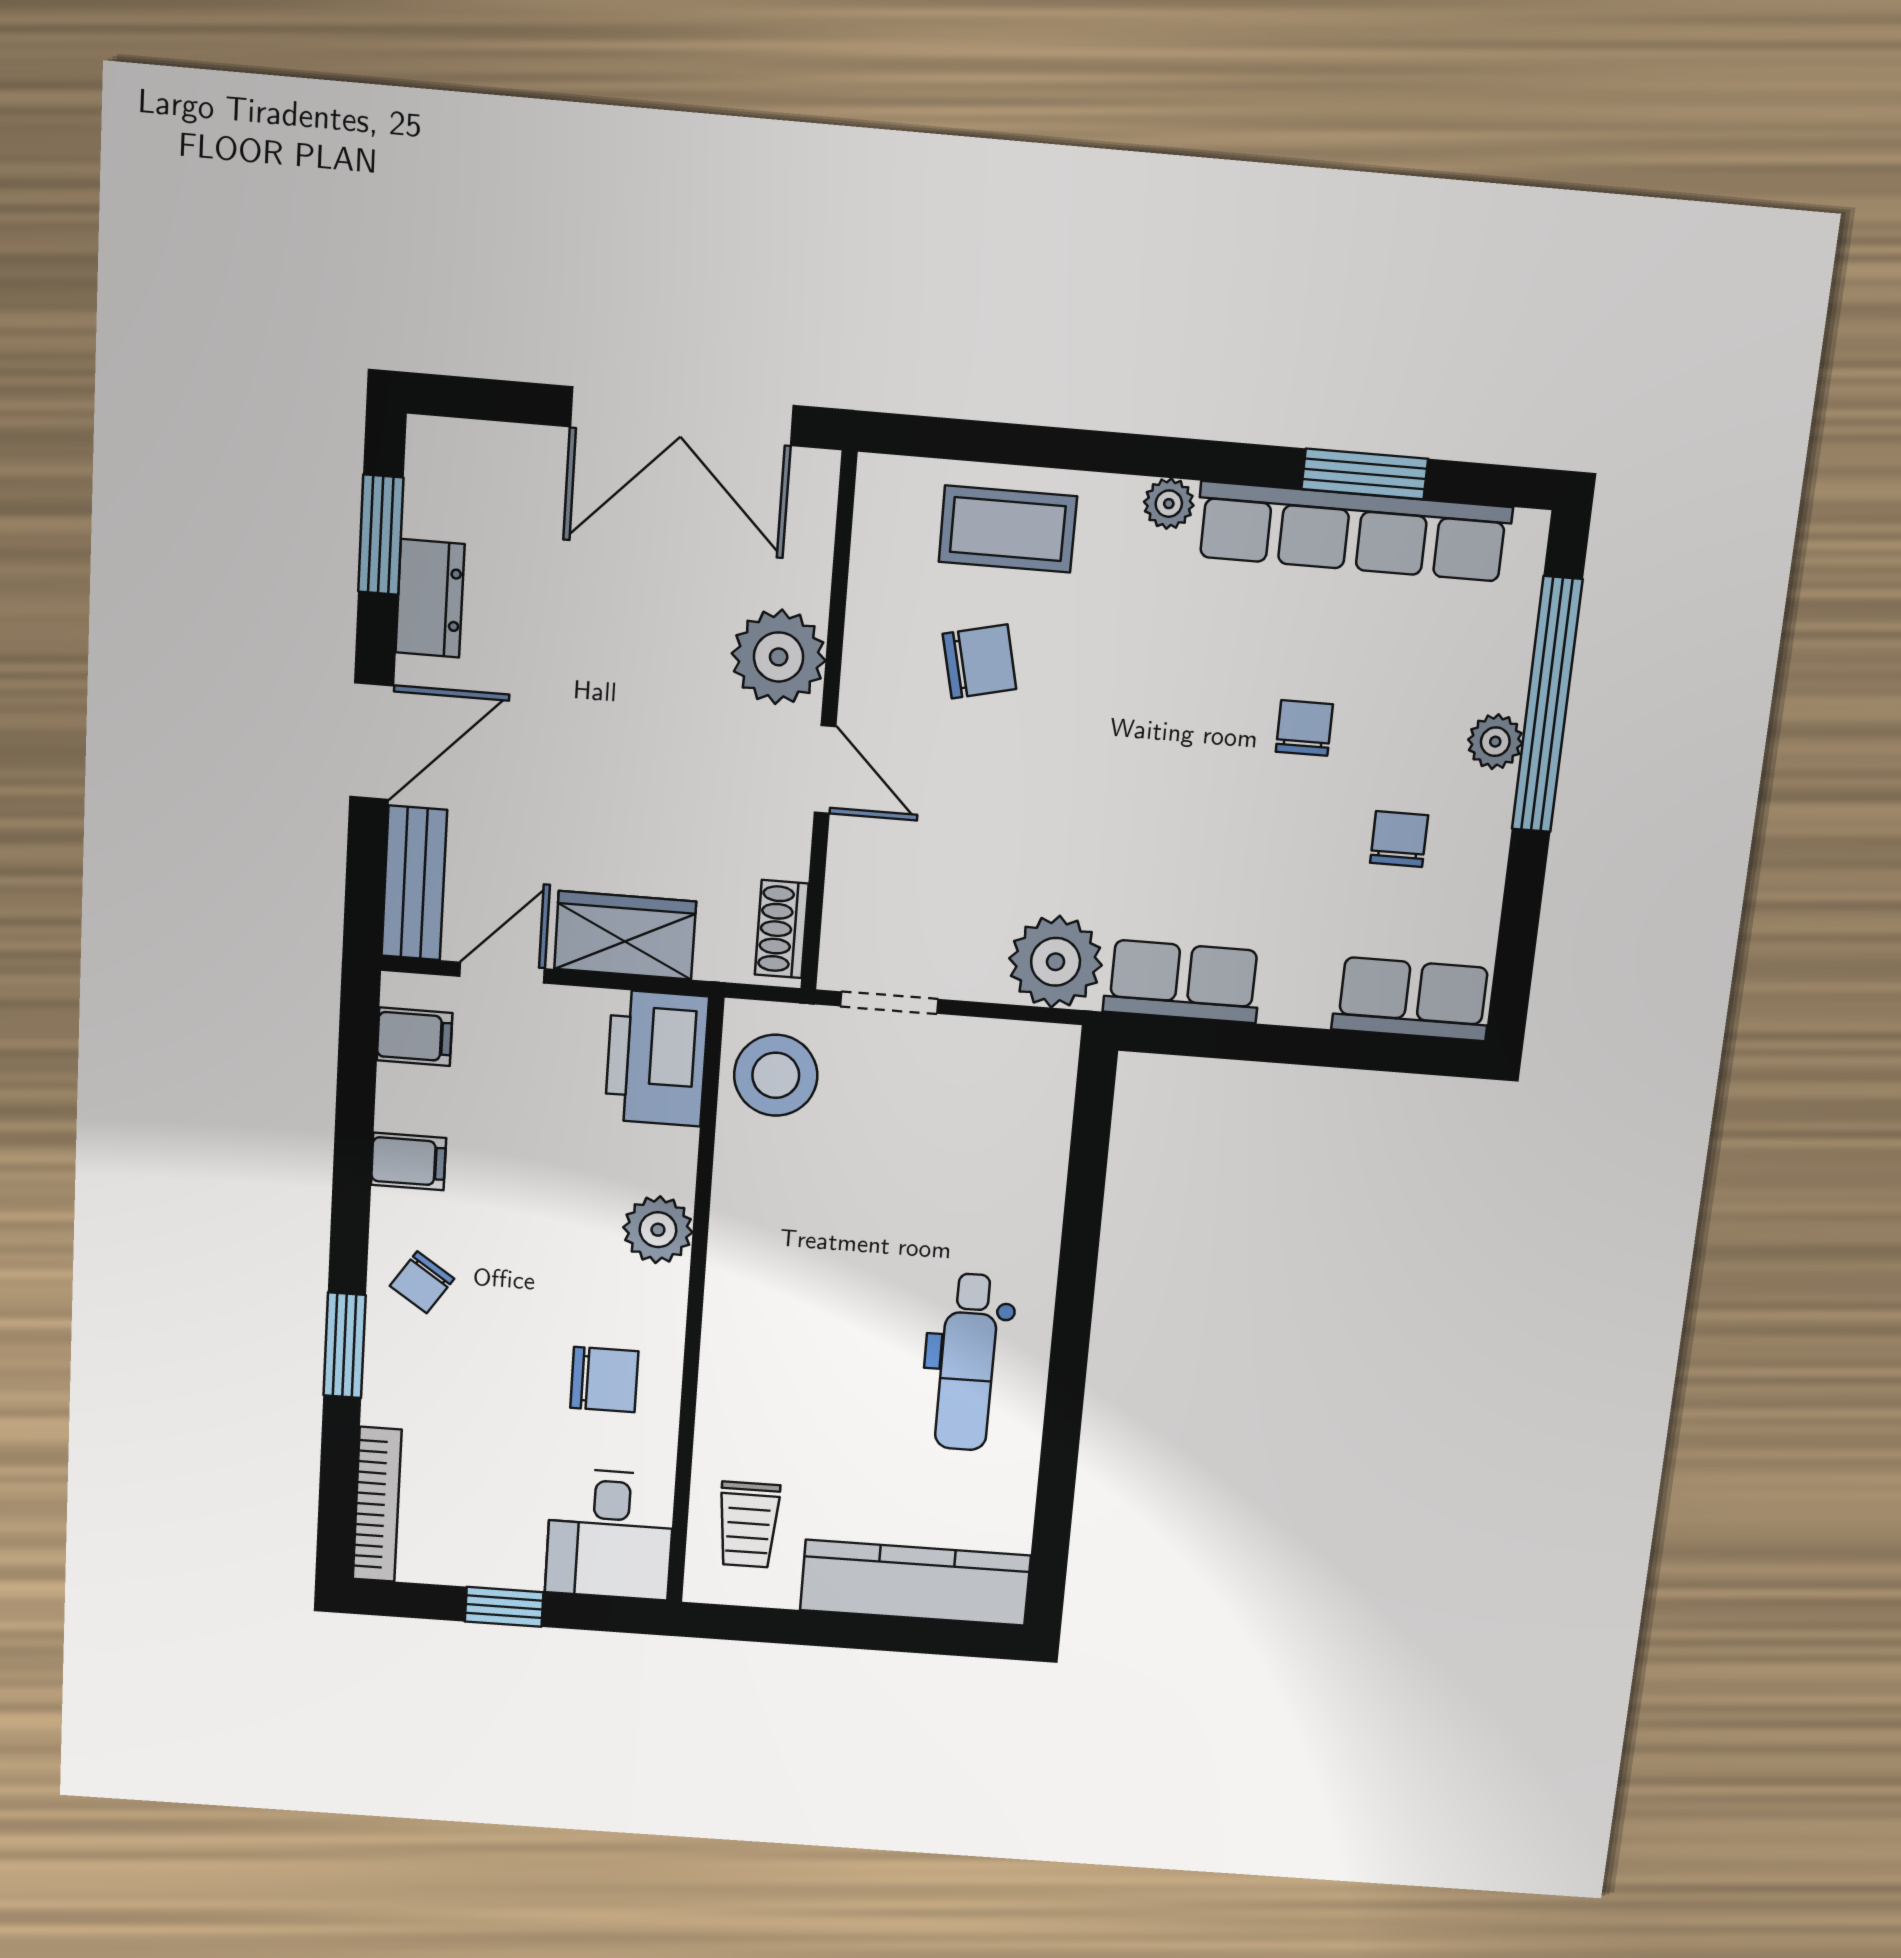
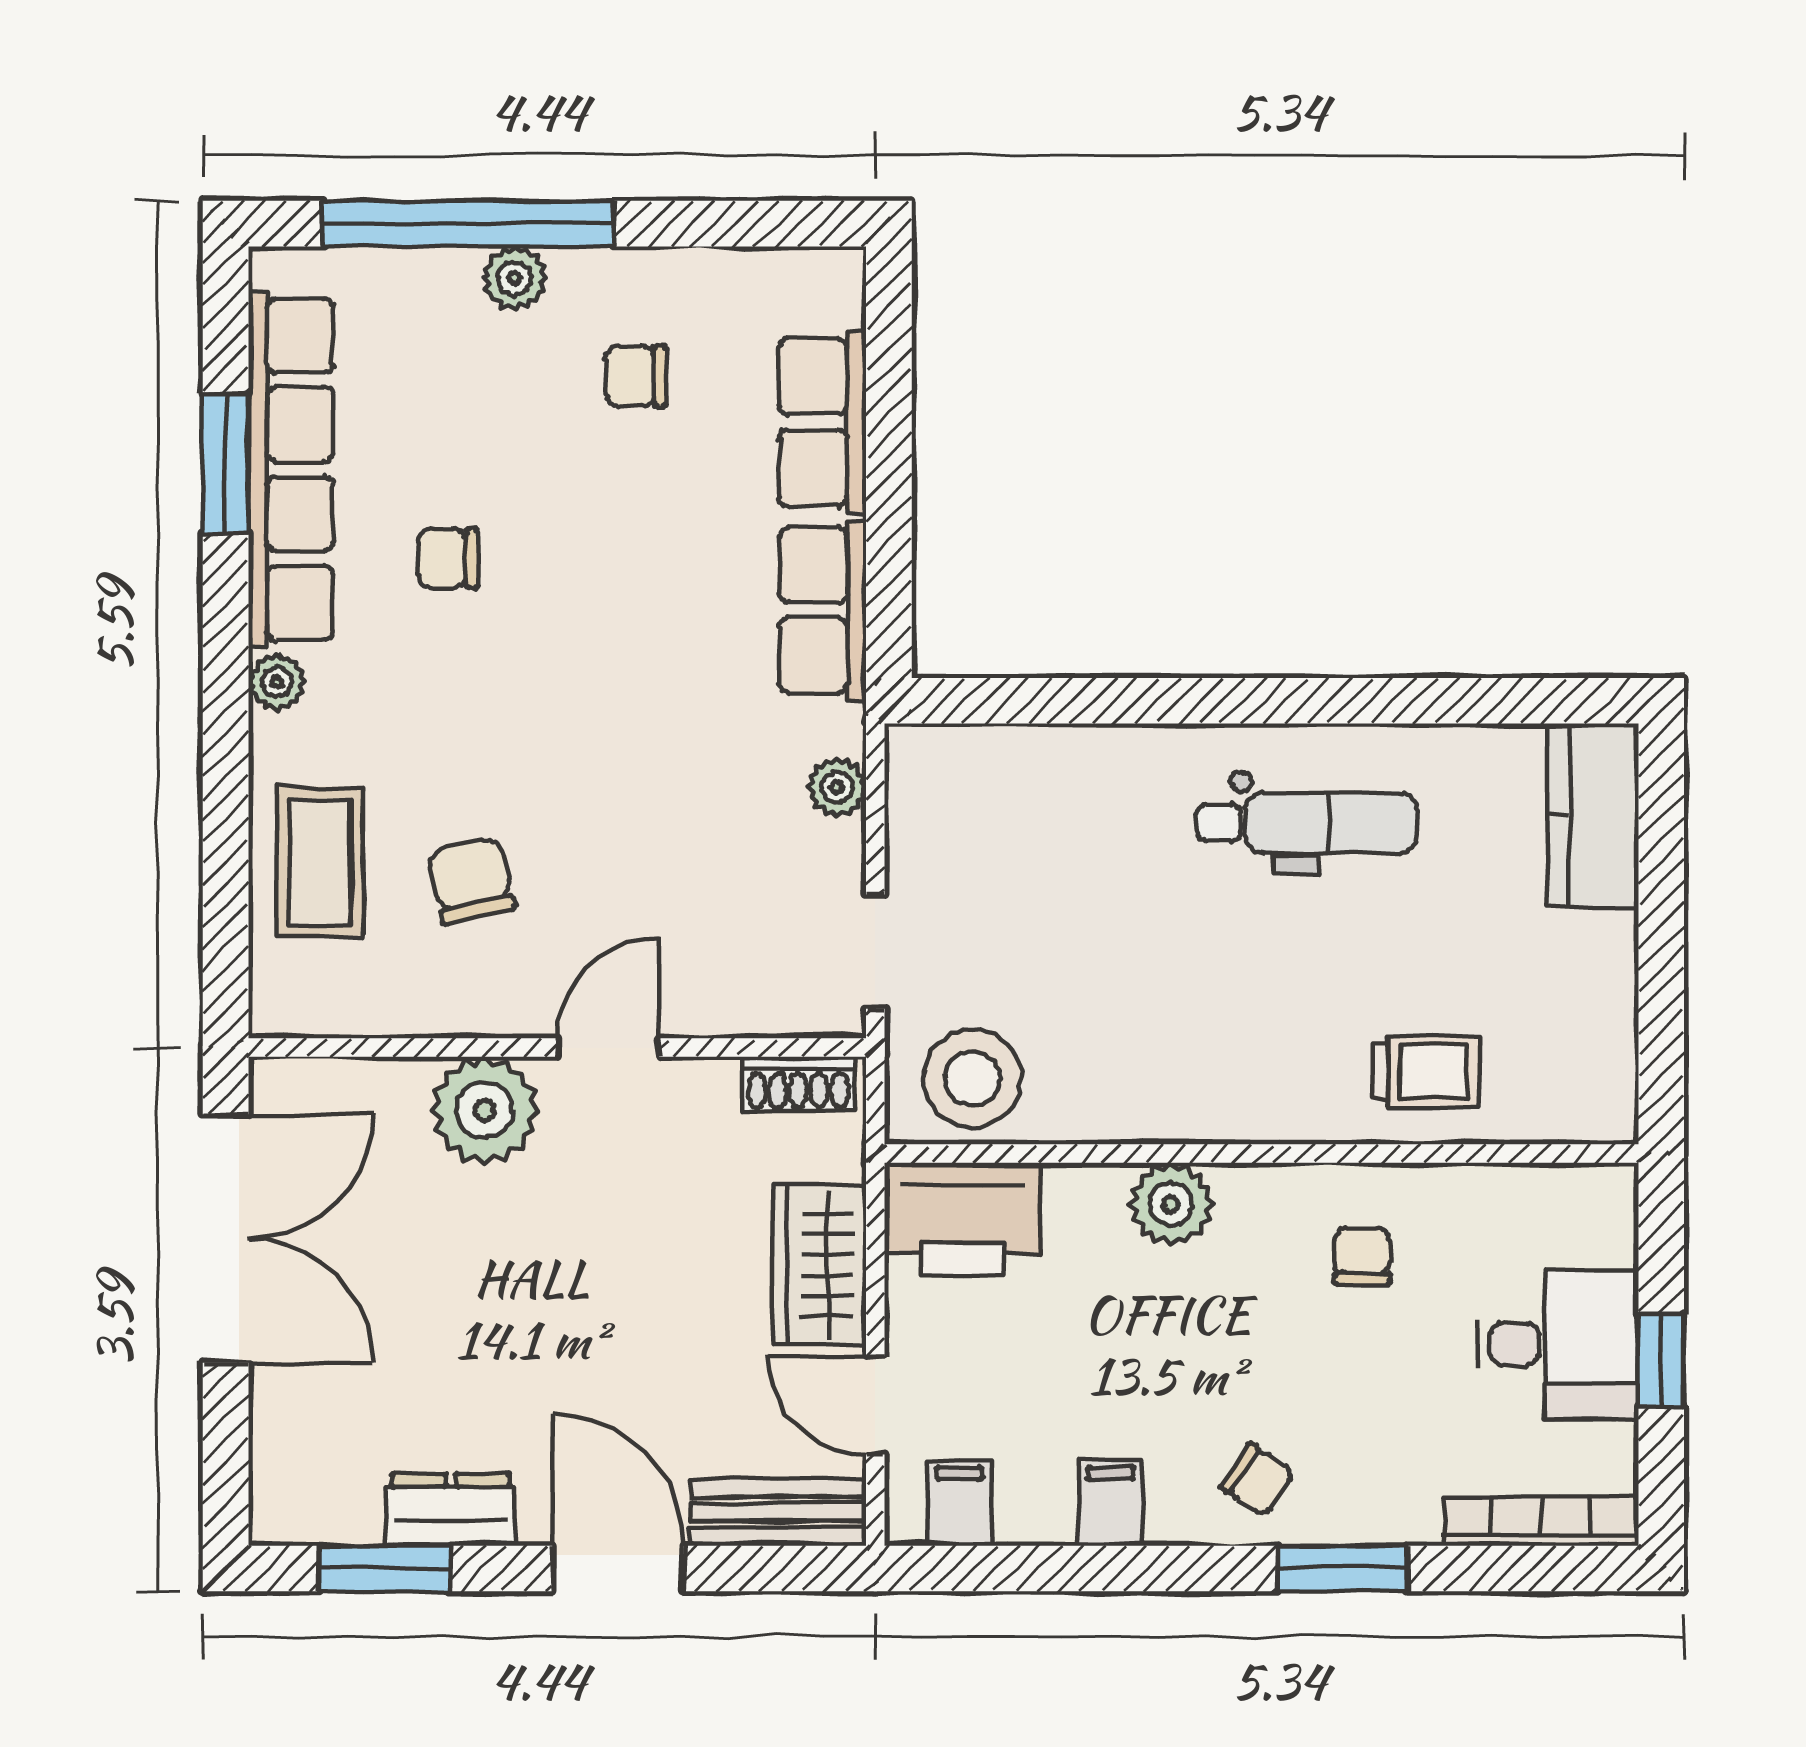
chair: (1304, 728) -> (448, 558), moved
plant: (1056, 962) -> (837, 787), width x0.53, depth x0.53
row of seats: (1413, 999) -> (822, 422), moved
chair: (604, 1380) -> (1362, 1256), width x0.73, depth x0.73
trolley: (748, 1525) -> (1426, 1071), moved
desk: (610, 1534) -> (1558, 1344), moved
kitchen counter: (915, 1583) -> (1593, 815), width x0.67

